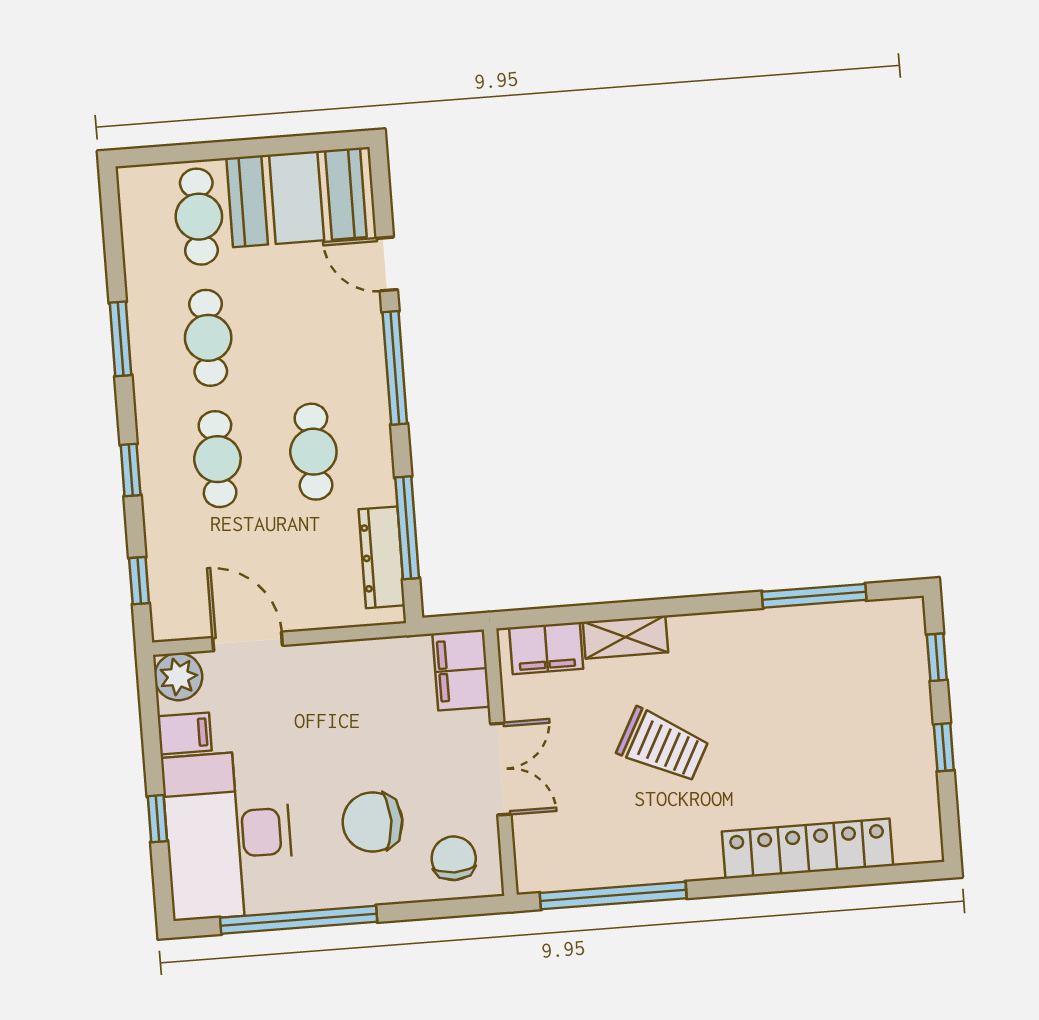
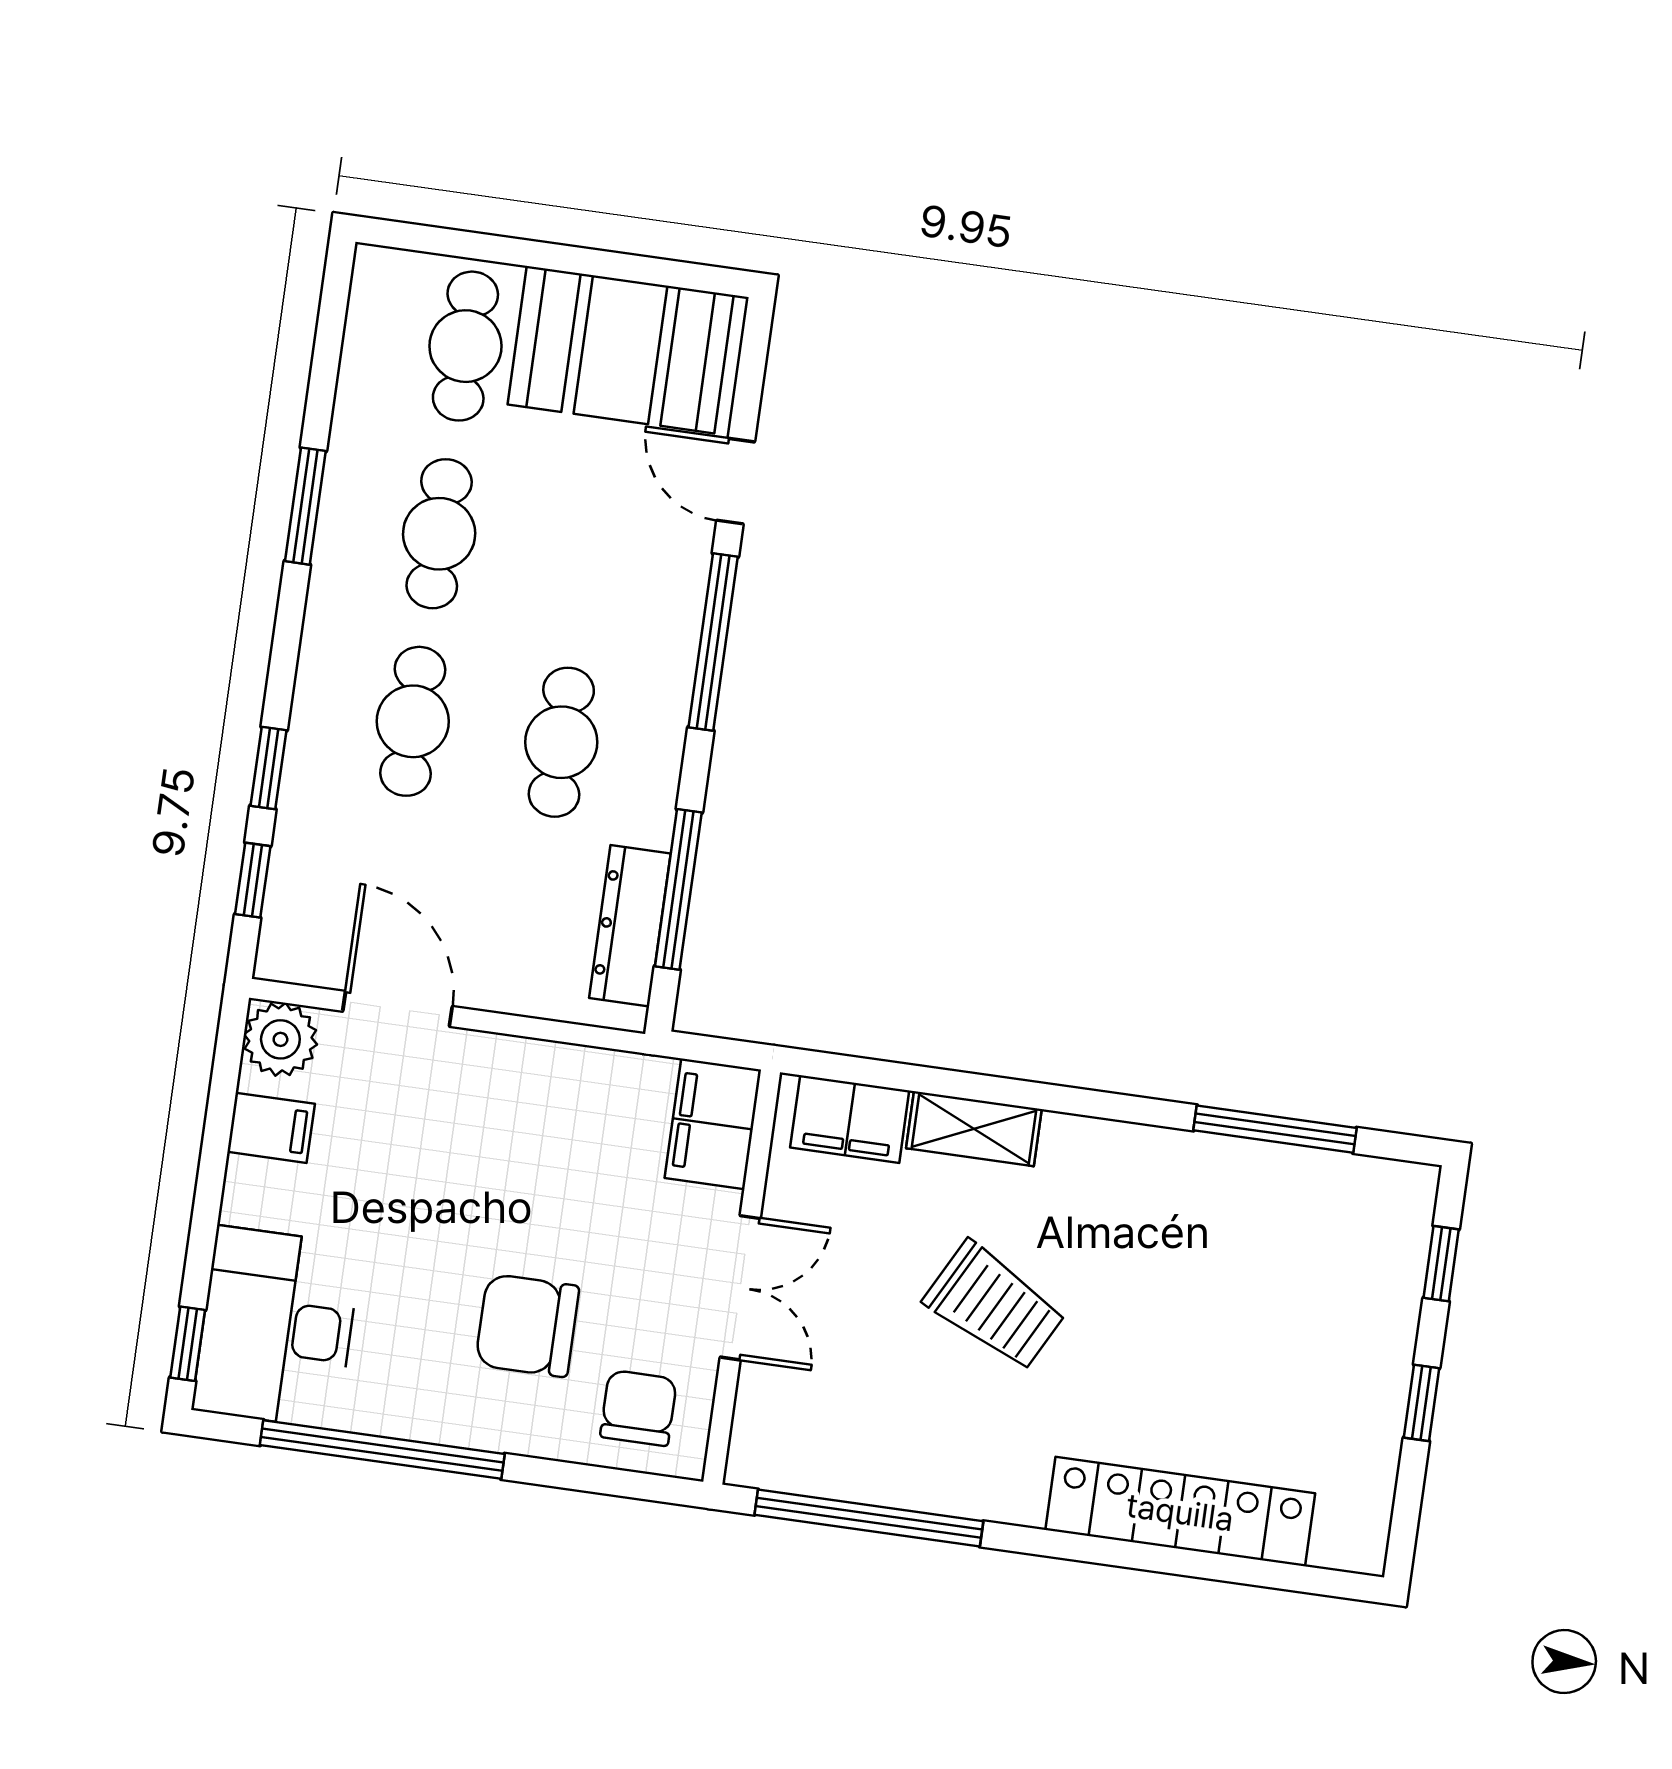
window: (131, 470) -> (269, 768), moved
window: (157, 819) -> (188, 1344), moved
desk: (228, 835) -> (277, 1327), width x0.73, depth x0.77

